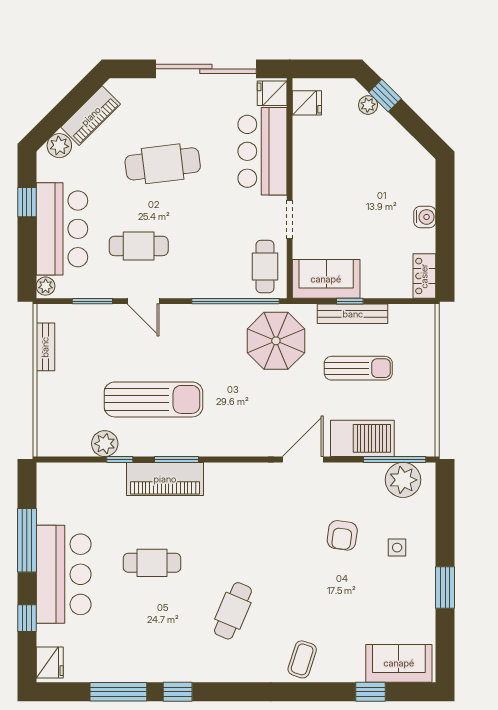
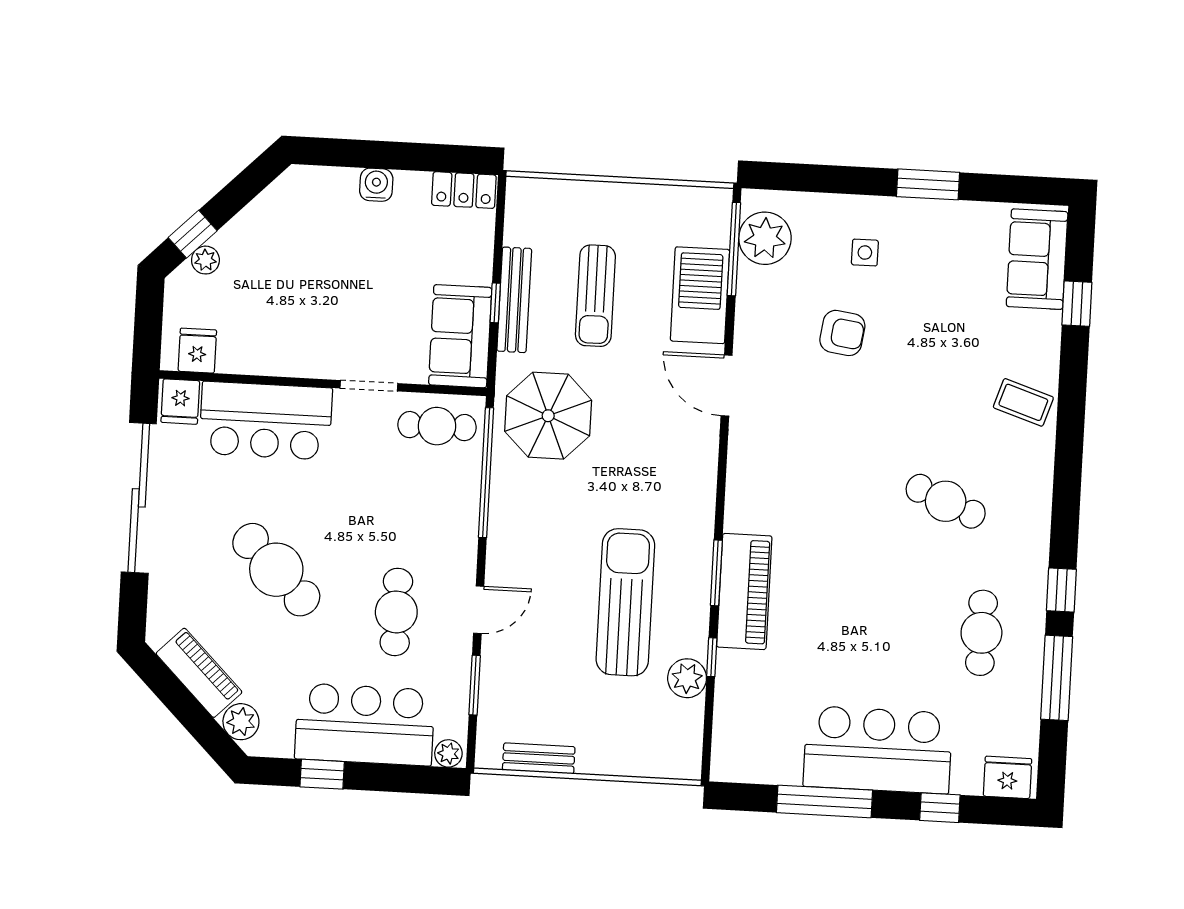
cafe table: (163, 164) -> (276, 570), turned -38
sun lounger: (358, 368) -> (595, 296), turned 180
cafe table: (152, 563) -> (981, 633), moved

